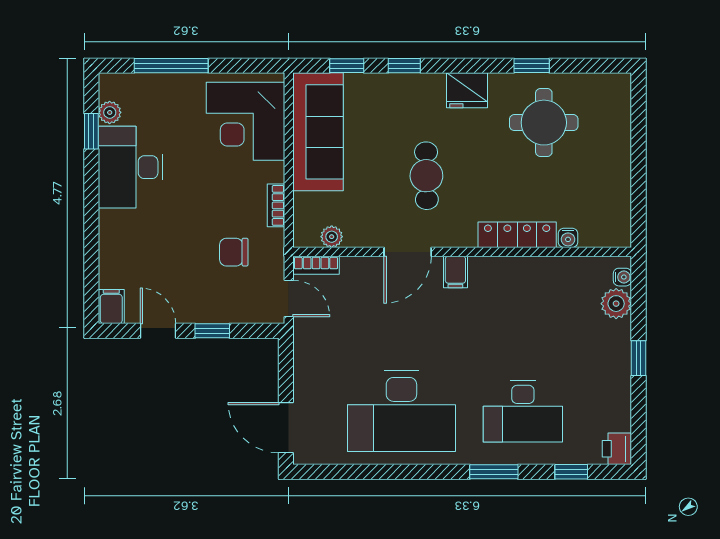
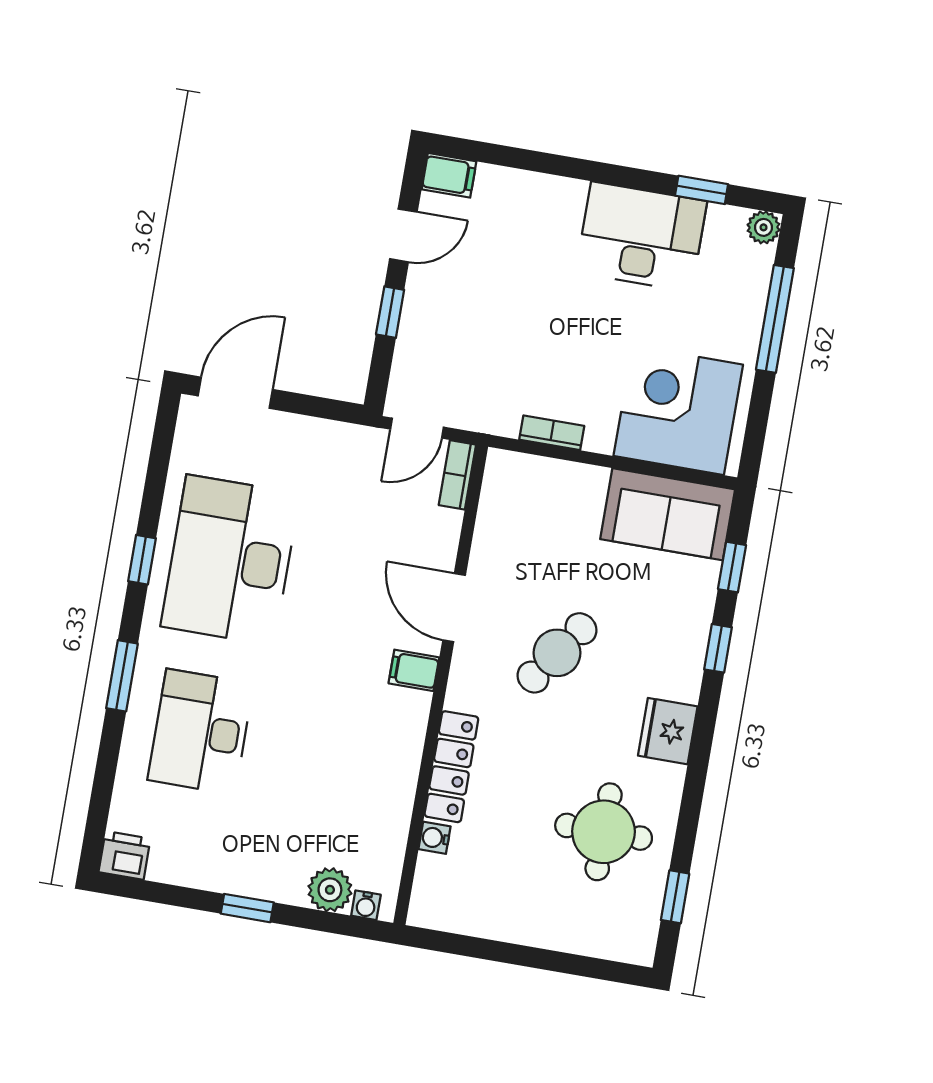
window: (532, 66) -> (675, 897), moved
plant: (110, 112) -> (764, 227), moved
sofa: (318, 132) -> (668, 514), width x0.73
cafe table: (426, 176) -> (557, 653), turned -54
plant: (332, 237) -> (494, 504), removed
chair: (234, 252) -> (496, 362), removed
window: (571, 472) -> (142, 560), moved

